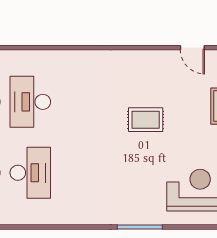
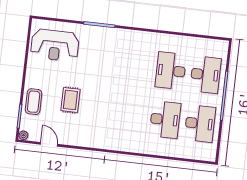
rug: (146, 120) -> (70, 100), moved, turned 90

